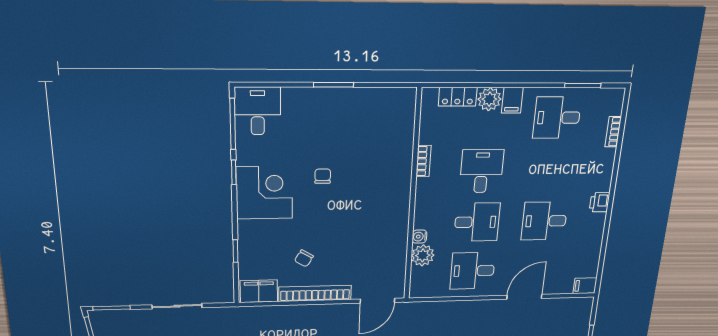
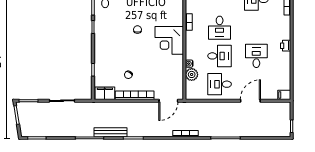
desk: (482, 171) -> (220, 28), turned 180
corner desk: (264, 193) -> (169, 40), moved, turned 180
desk: (544, 221) -> (256, 56), turned 90

